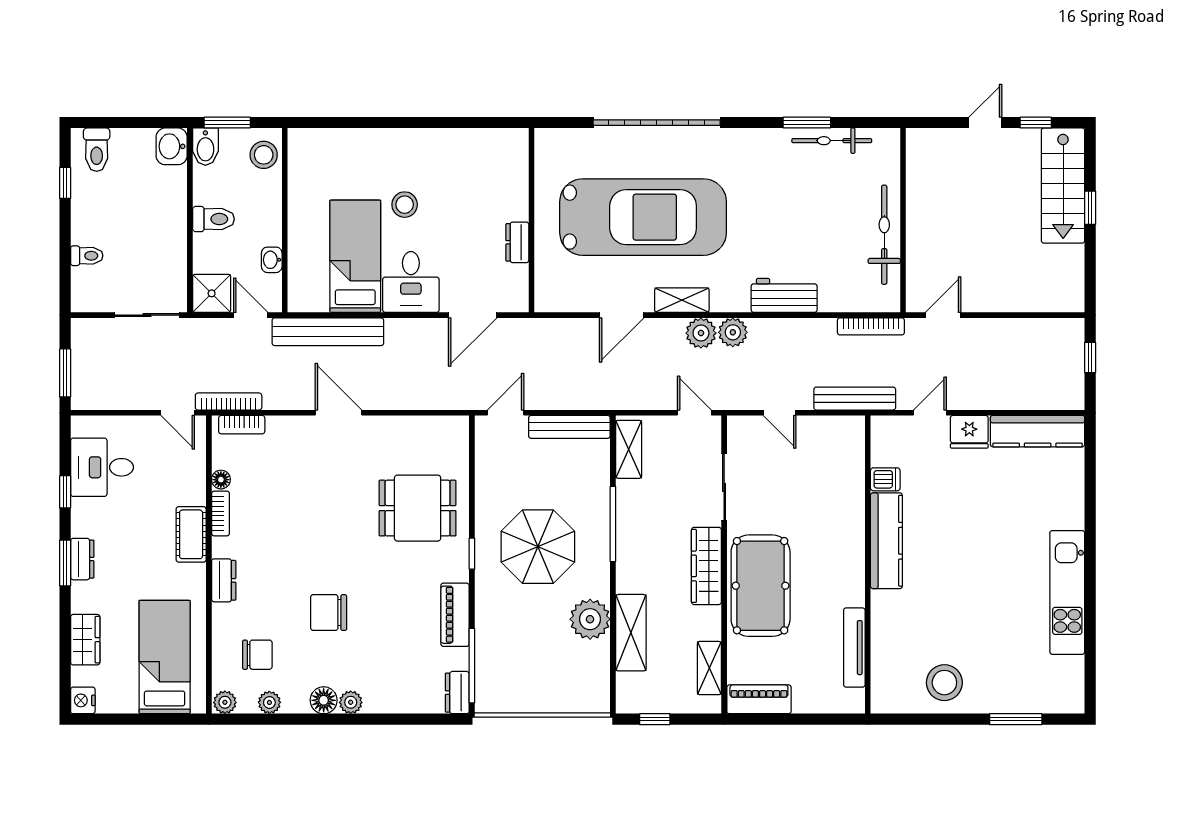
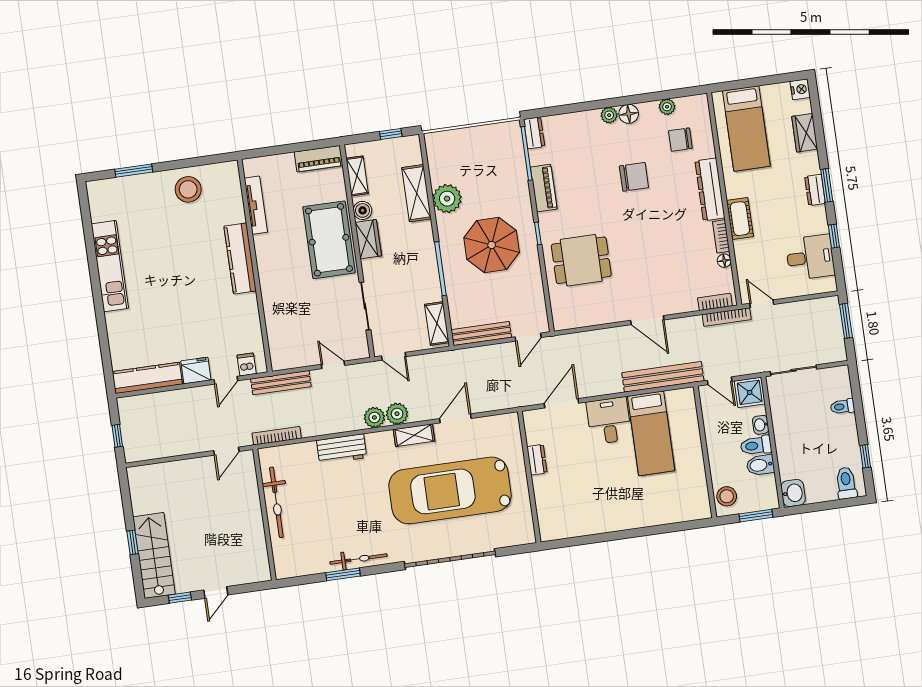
bicycle: (832, 141) -> (359, 559), moved
bidet: (205, 147) -> (760, 465), moved, turned -90
stool: (405, 205) -> (621, 475), removed
washbasin: (272, 260) -> (761, 425), moved, turned 180
dishwasher: (885, 479) -> (247, 364), moved, turned 90
kitchen counter: (886, 541) -> (240, 258), moved
wardrobe: (706, 566) -> (368, 239), width x0.67
dresser: (224, 580) -> (710, 189), width x1.96, depth x1.24
boiler: (709, 619) -> (363, 210), added
plant: (225, 702) -> (699, 102), removed

